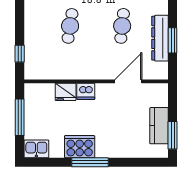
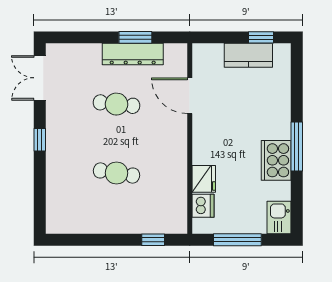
dishwasher: (86, 91) -> (203, 206), moved
window: (173, 135) -> (261, 37), width x0.67

